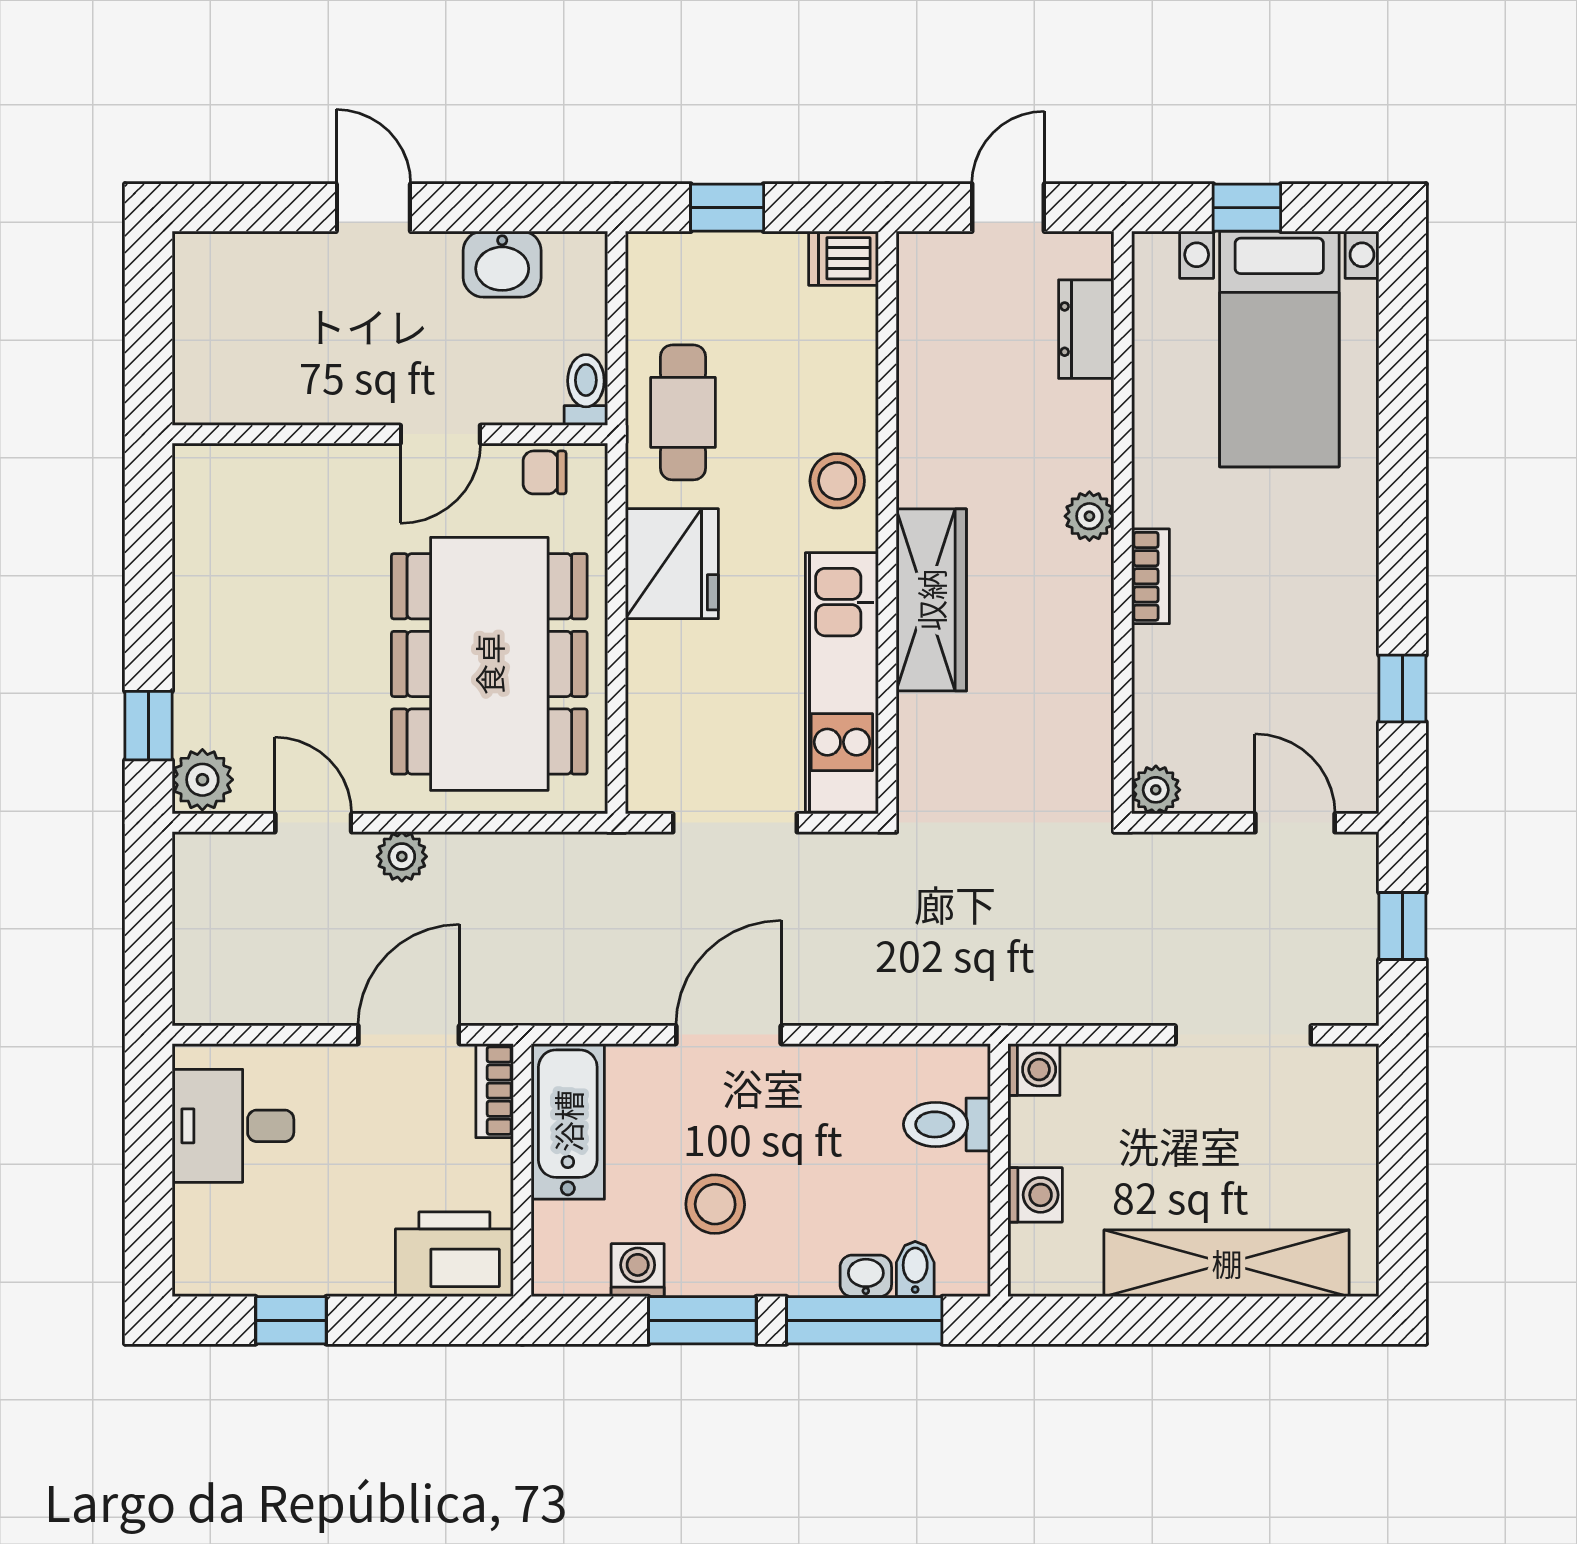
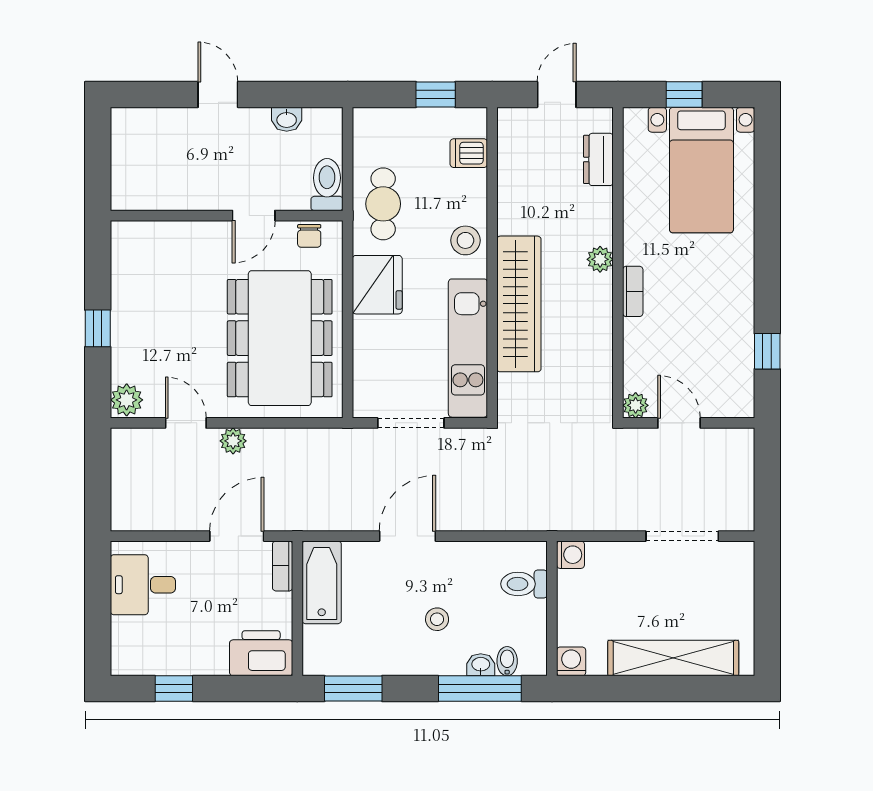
window: (727, 208) -> (436, 95), moved
dishwasher: (844, 258) -> (469, 153), moved
washbasin: (502, 264) -> (287, 119), width x0.72, depth x0.69
toilet: (586, 390) -> (327, 185), width x1.37, depth x1.39
chair: (545, 472) -> (309, 236), turned -90
wardrobe: (931, 600) -> (519, 304), width x1.40, depth x1.17
window: (148, 726) -> (98, 328), moved
door: (1295, 823) -> (679, 423), moved
window: (1402, 926) -> (767, 478), removed
washing machine: (1035, 1195) -> (571, 661), moved, turned -90
stool: (715, 1204) -> (437, 619), moved, width x0.73, depth x0.73
washing machine: (638, 1270) -> (359, 662), removed
window: (702, 1320) -> (353, 689), moved

